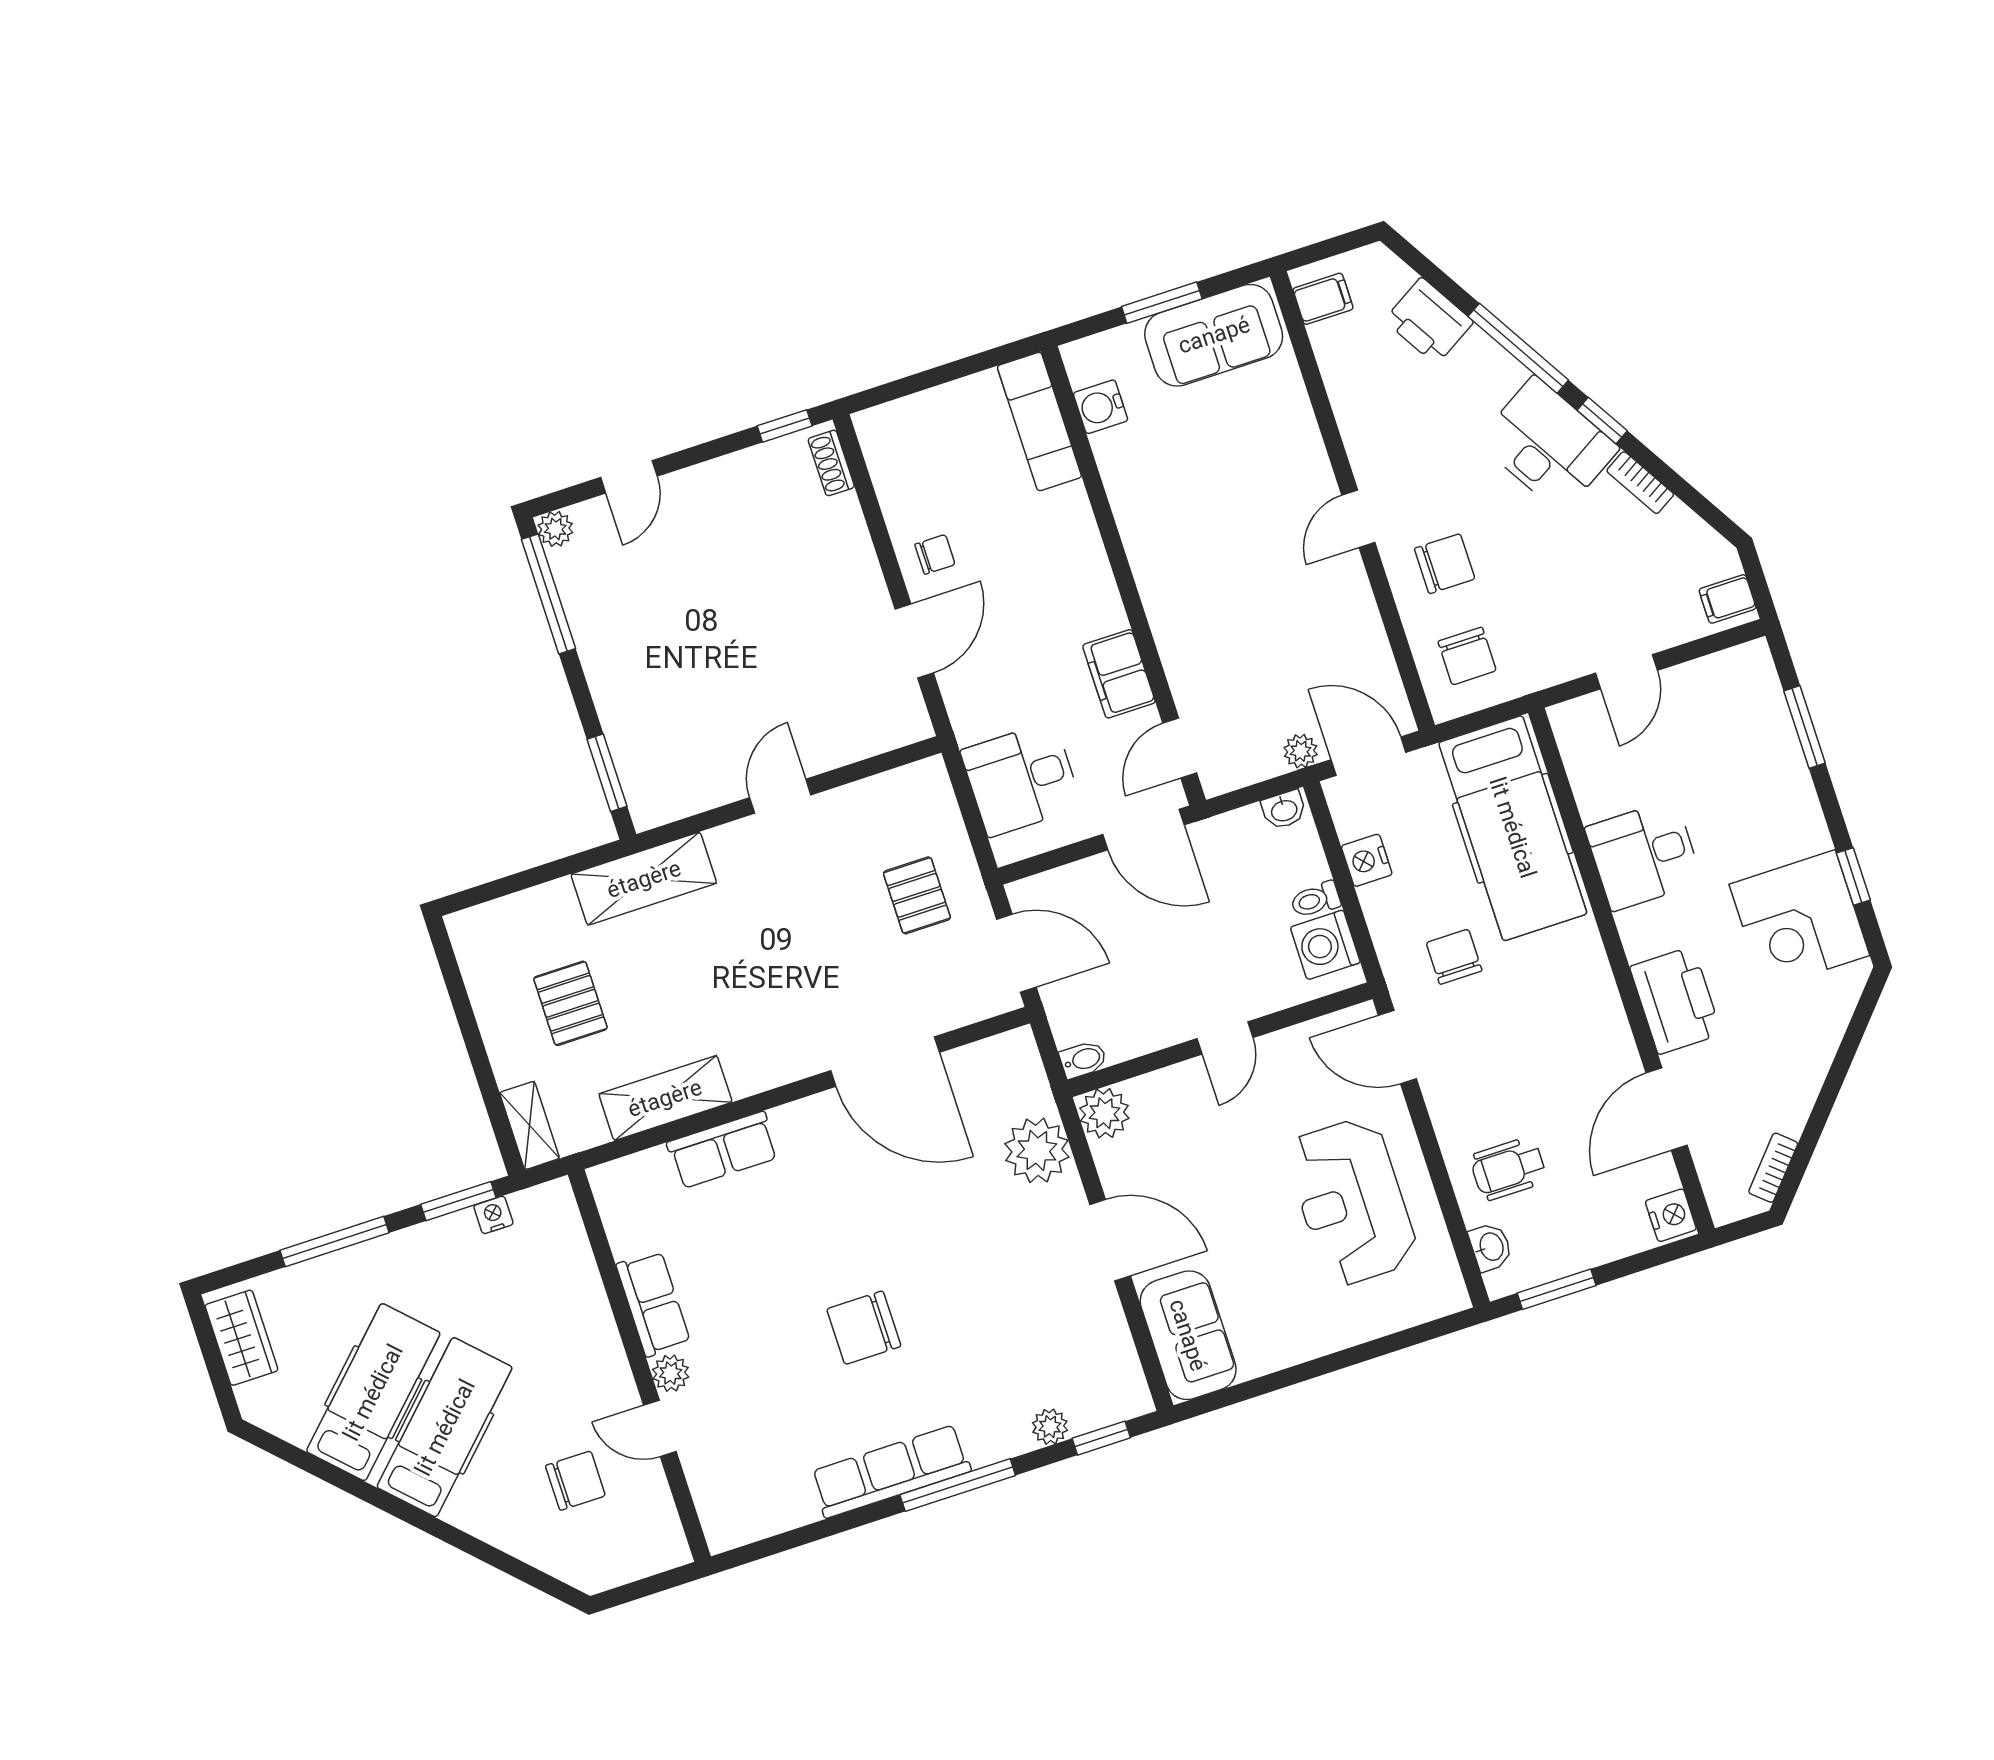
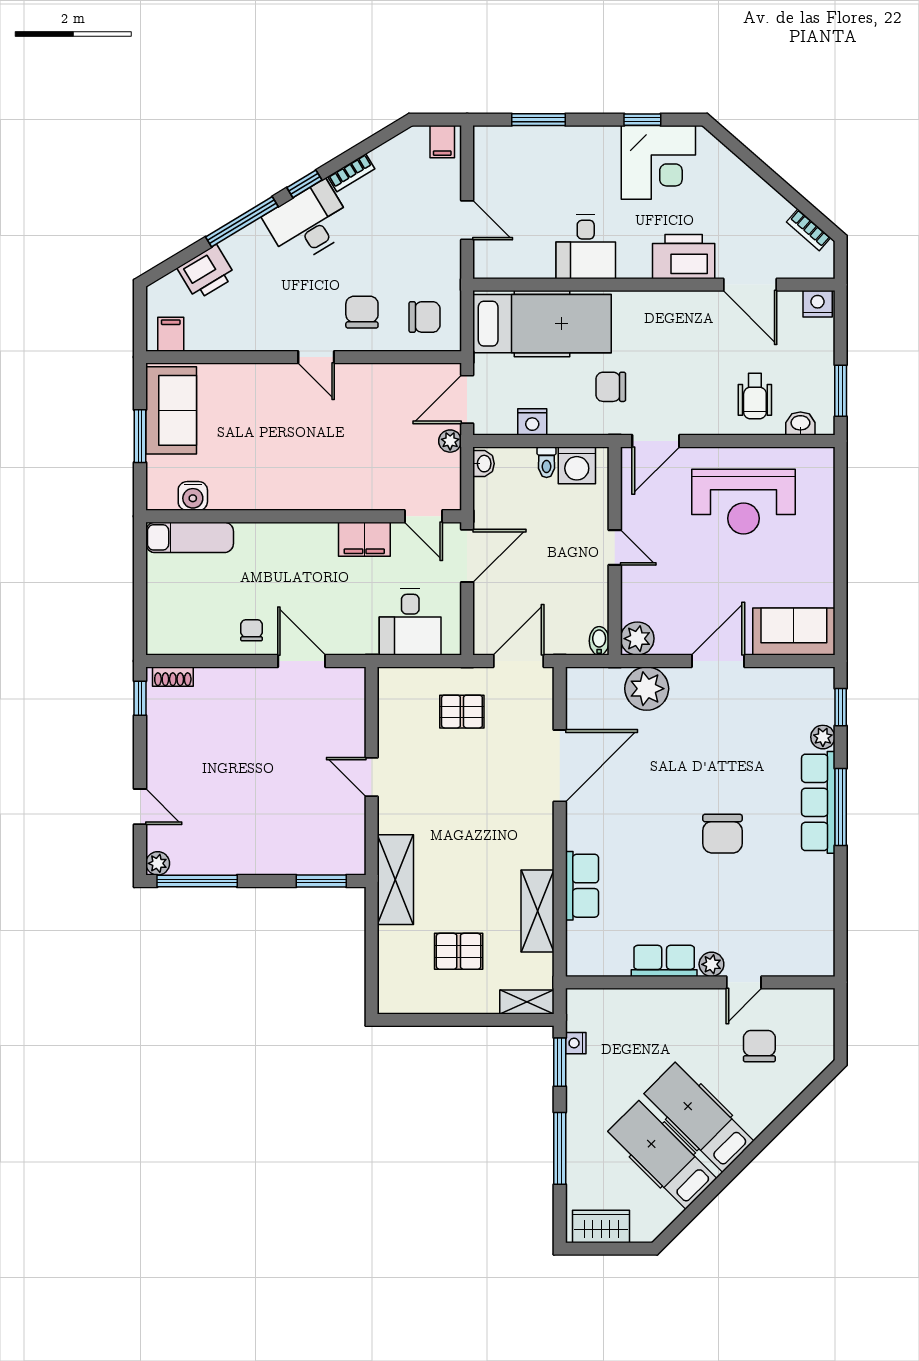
row of seats: (891, 1471) -> (818, 802), moved

